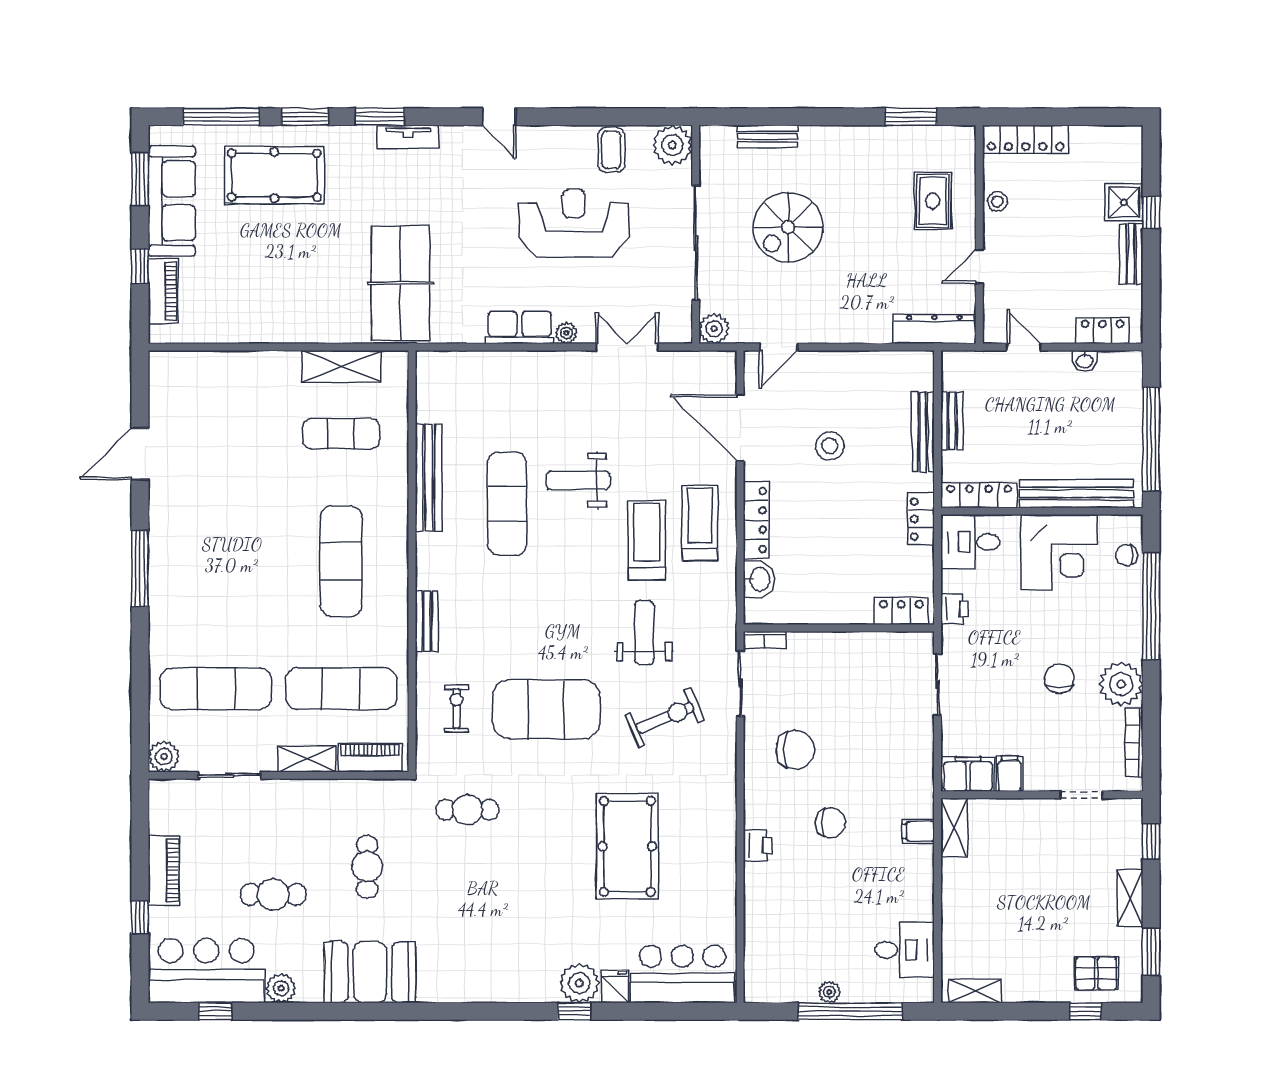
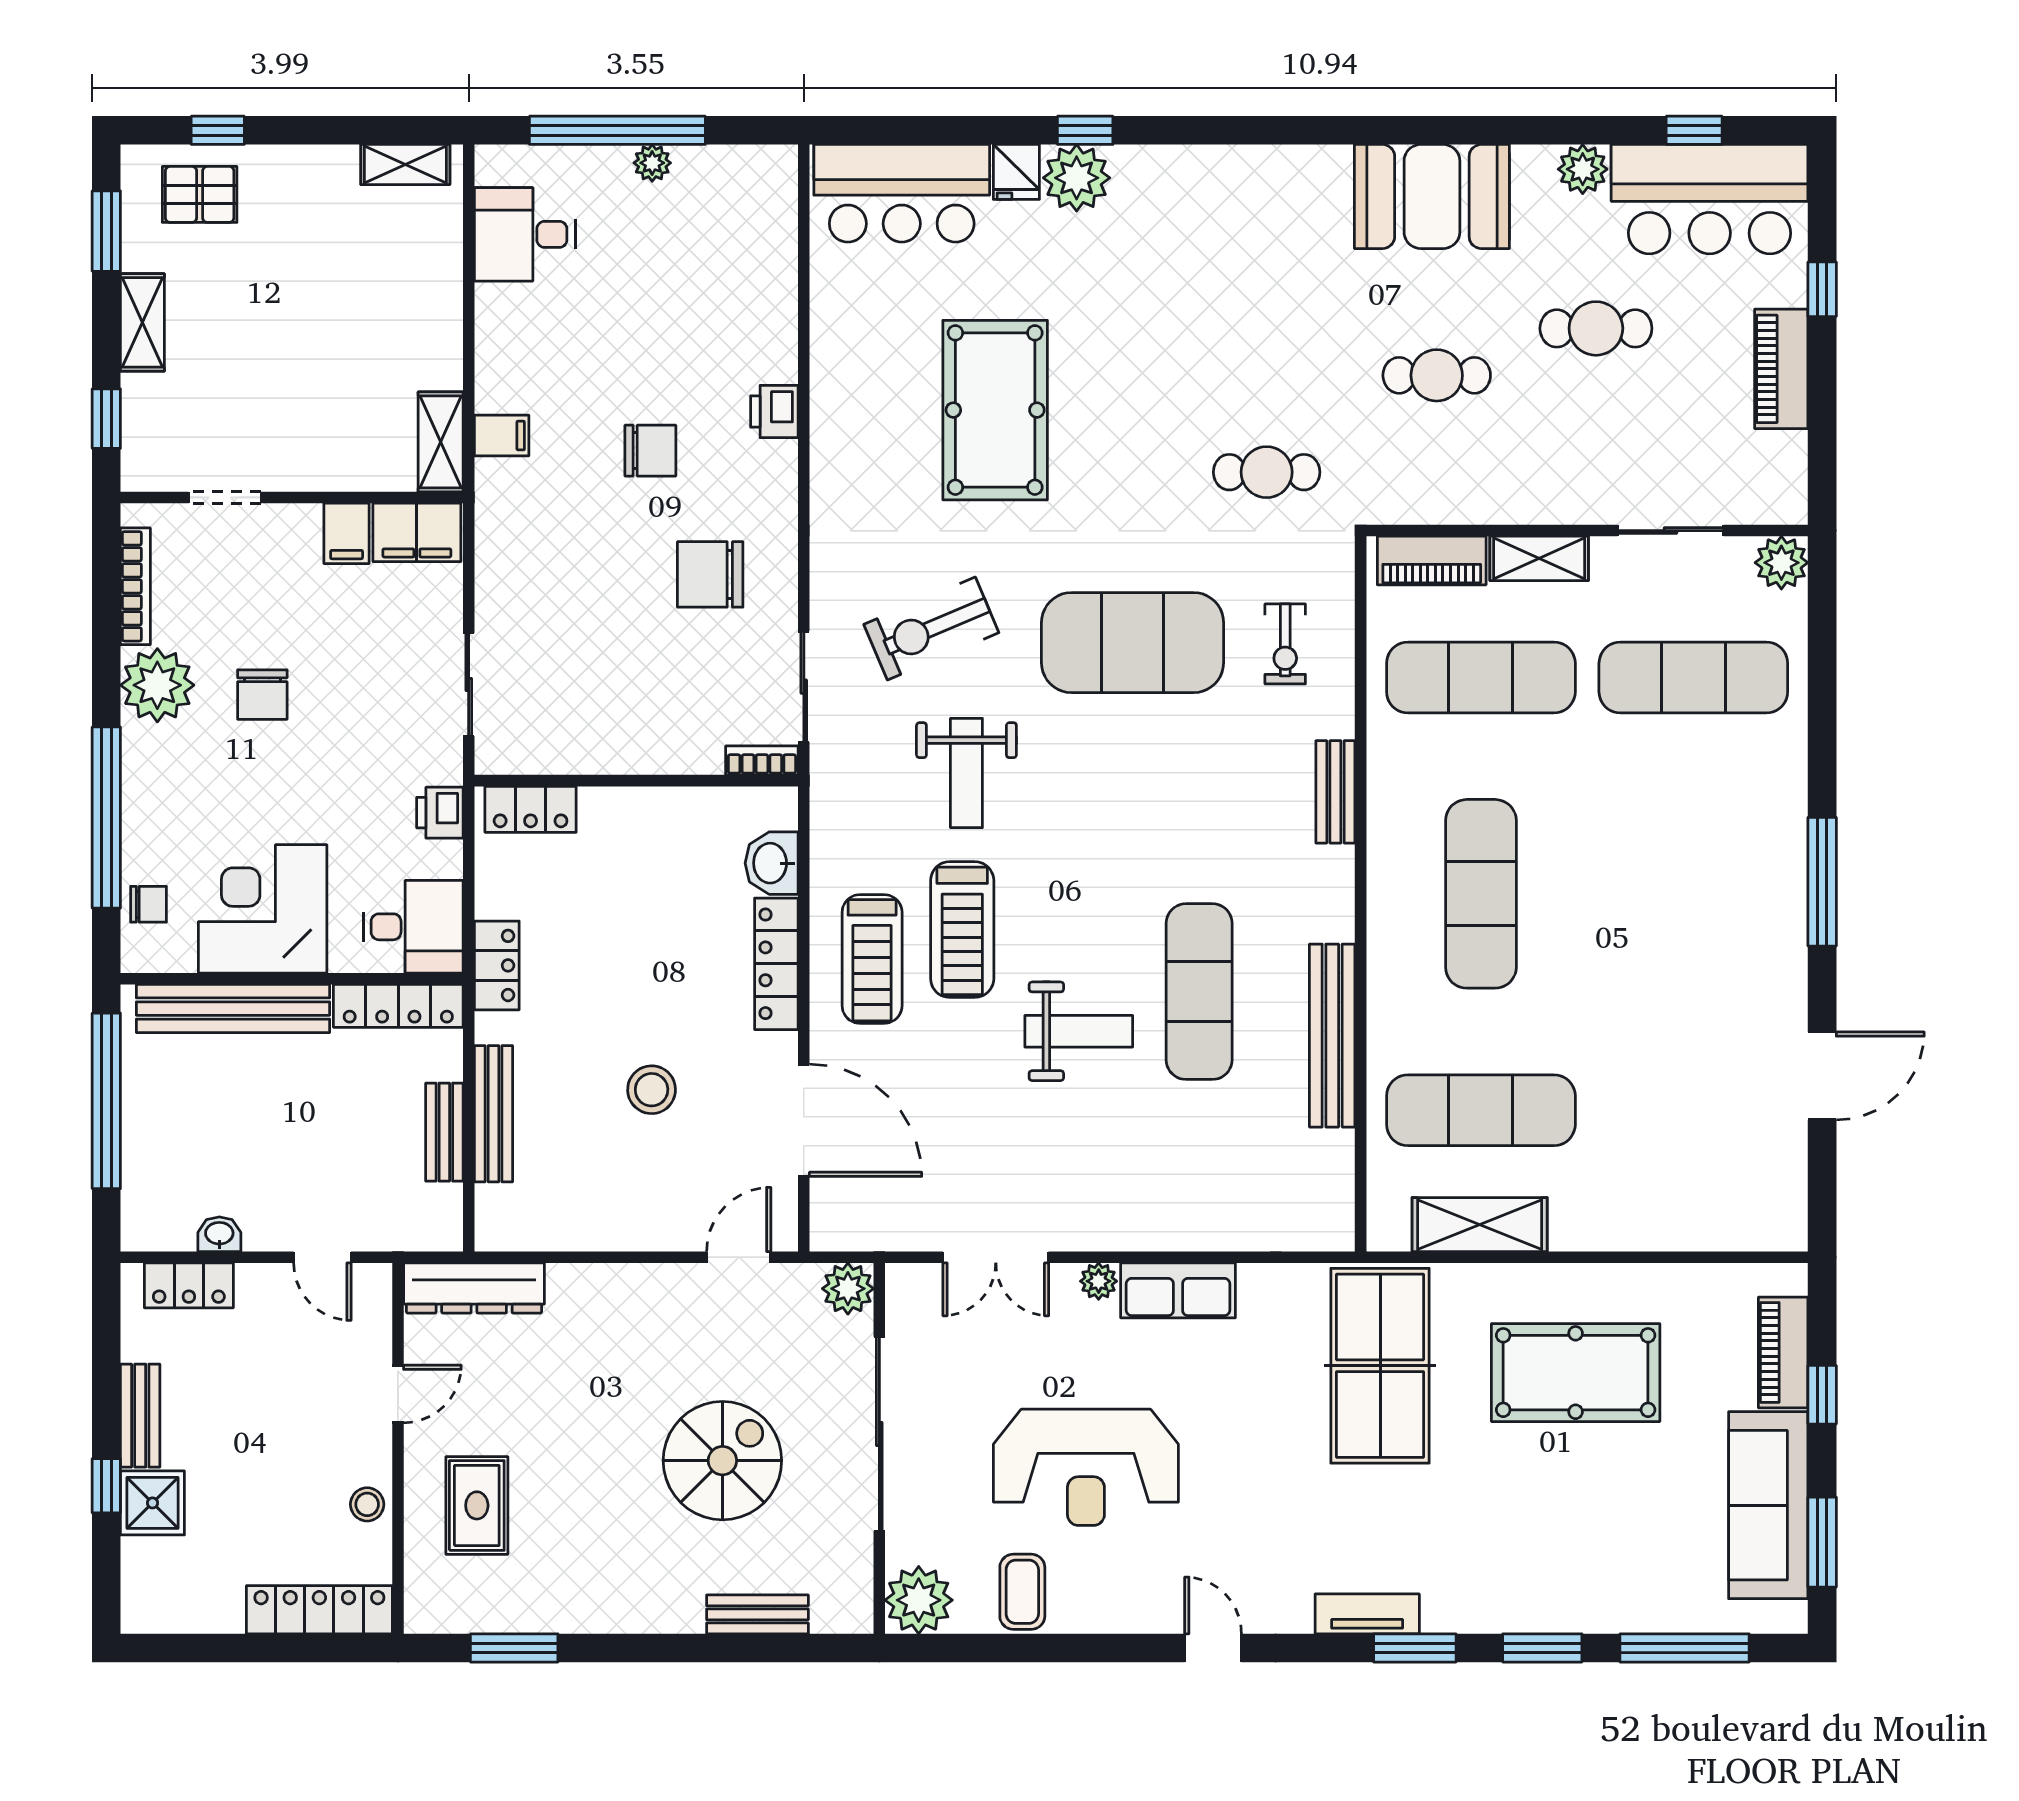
pool table: (274, 175) -> (1576, 1373), moved
exercise mat: (341, 434) -> (1481, 1110), width x1.36, depth x1.45
chair: (831, 822) -> (650, 451), turned 180
cafe table: (367, 867) -> (1437, 375), turned 90

